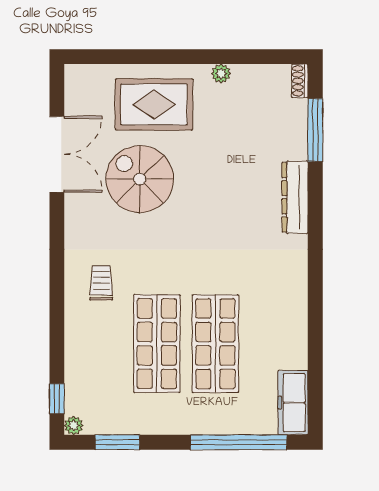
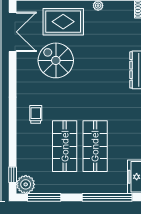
double door: (57, 154) -> (13, 32), moved
plant: (74, 426) -> (26, 184), width x1.88, depth x1.88
window: (117, 442) -> (44, 197), width x1.44

